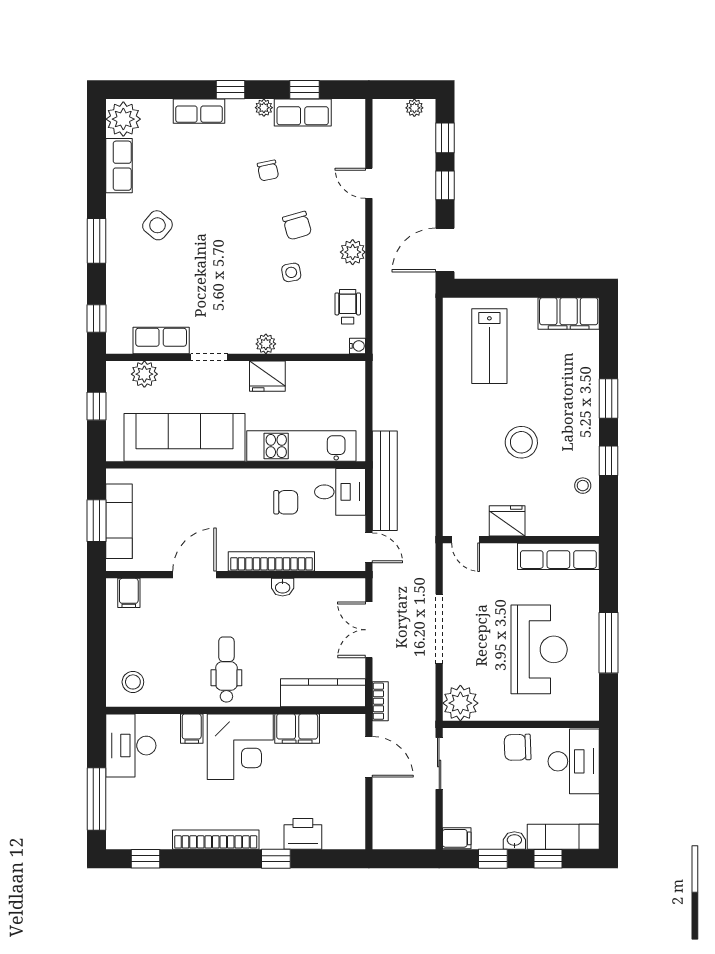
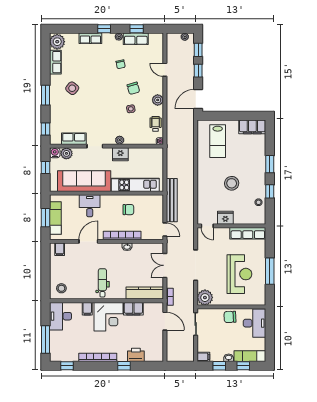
water cooler: (118, 373) -> (55, 153), added
desk: (340, 492) -> (90, 206), moved, turned -90

